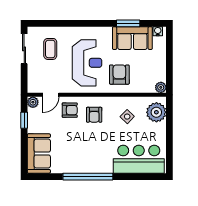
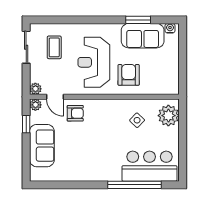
reception desk: (87, 63) -> (94, 62), turned 180
plant: (161, 87) -> (35, 89), moved
door: (51, 95) -> (55, 97), hinge flipped
armchair: (94, 115) -> (101, 118), removed
sofa: (39, 154) -> (42, 146), moved
window: (88, 177) -> (134, 185), moved

